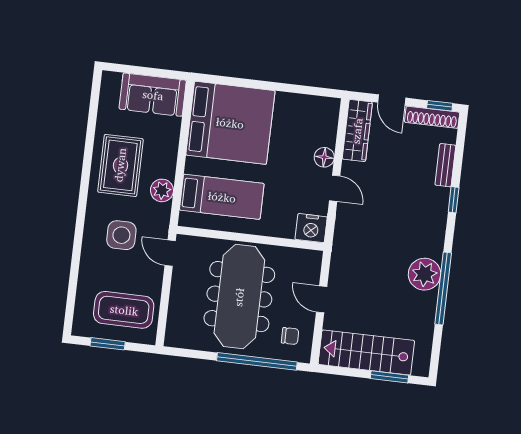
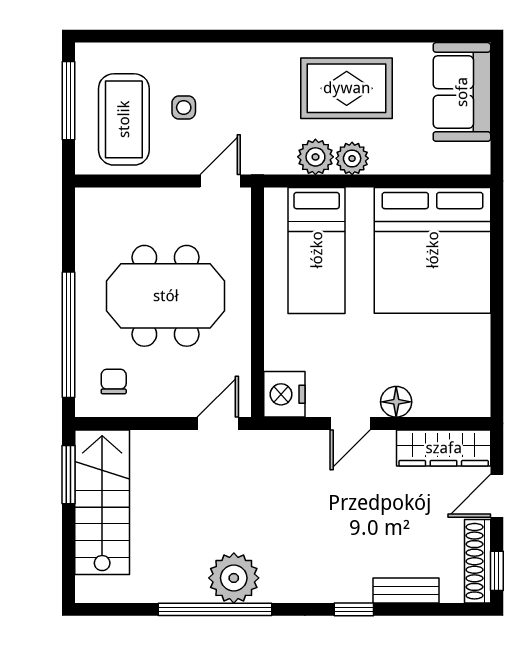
sofa: (153, 95) -> (462, 92), moved
plant: (166, 167) -> (352, 158), added
side table: (121, 235) -> (184, 108), moved, width x0.54, depth x0.54
meeting table: (239, 297) -> (166, 296), width x0.73
door: (322, 299) -> (218, 424), moved
chair: (290, 336) -> (114, 381), turned 180
window: (108, 344) -> (69, 101), width x1.44
window: (389, 377) -> (69, 475), moved

